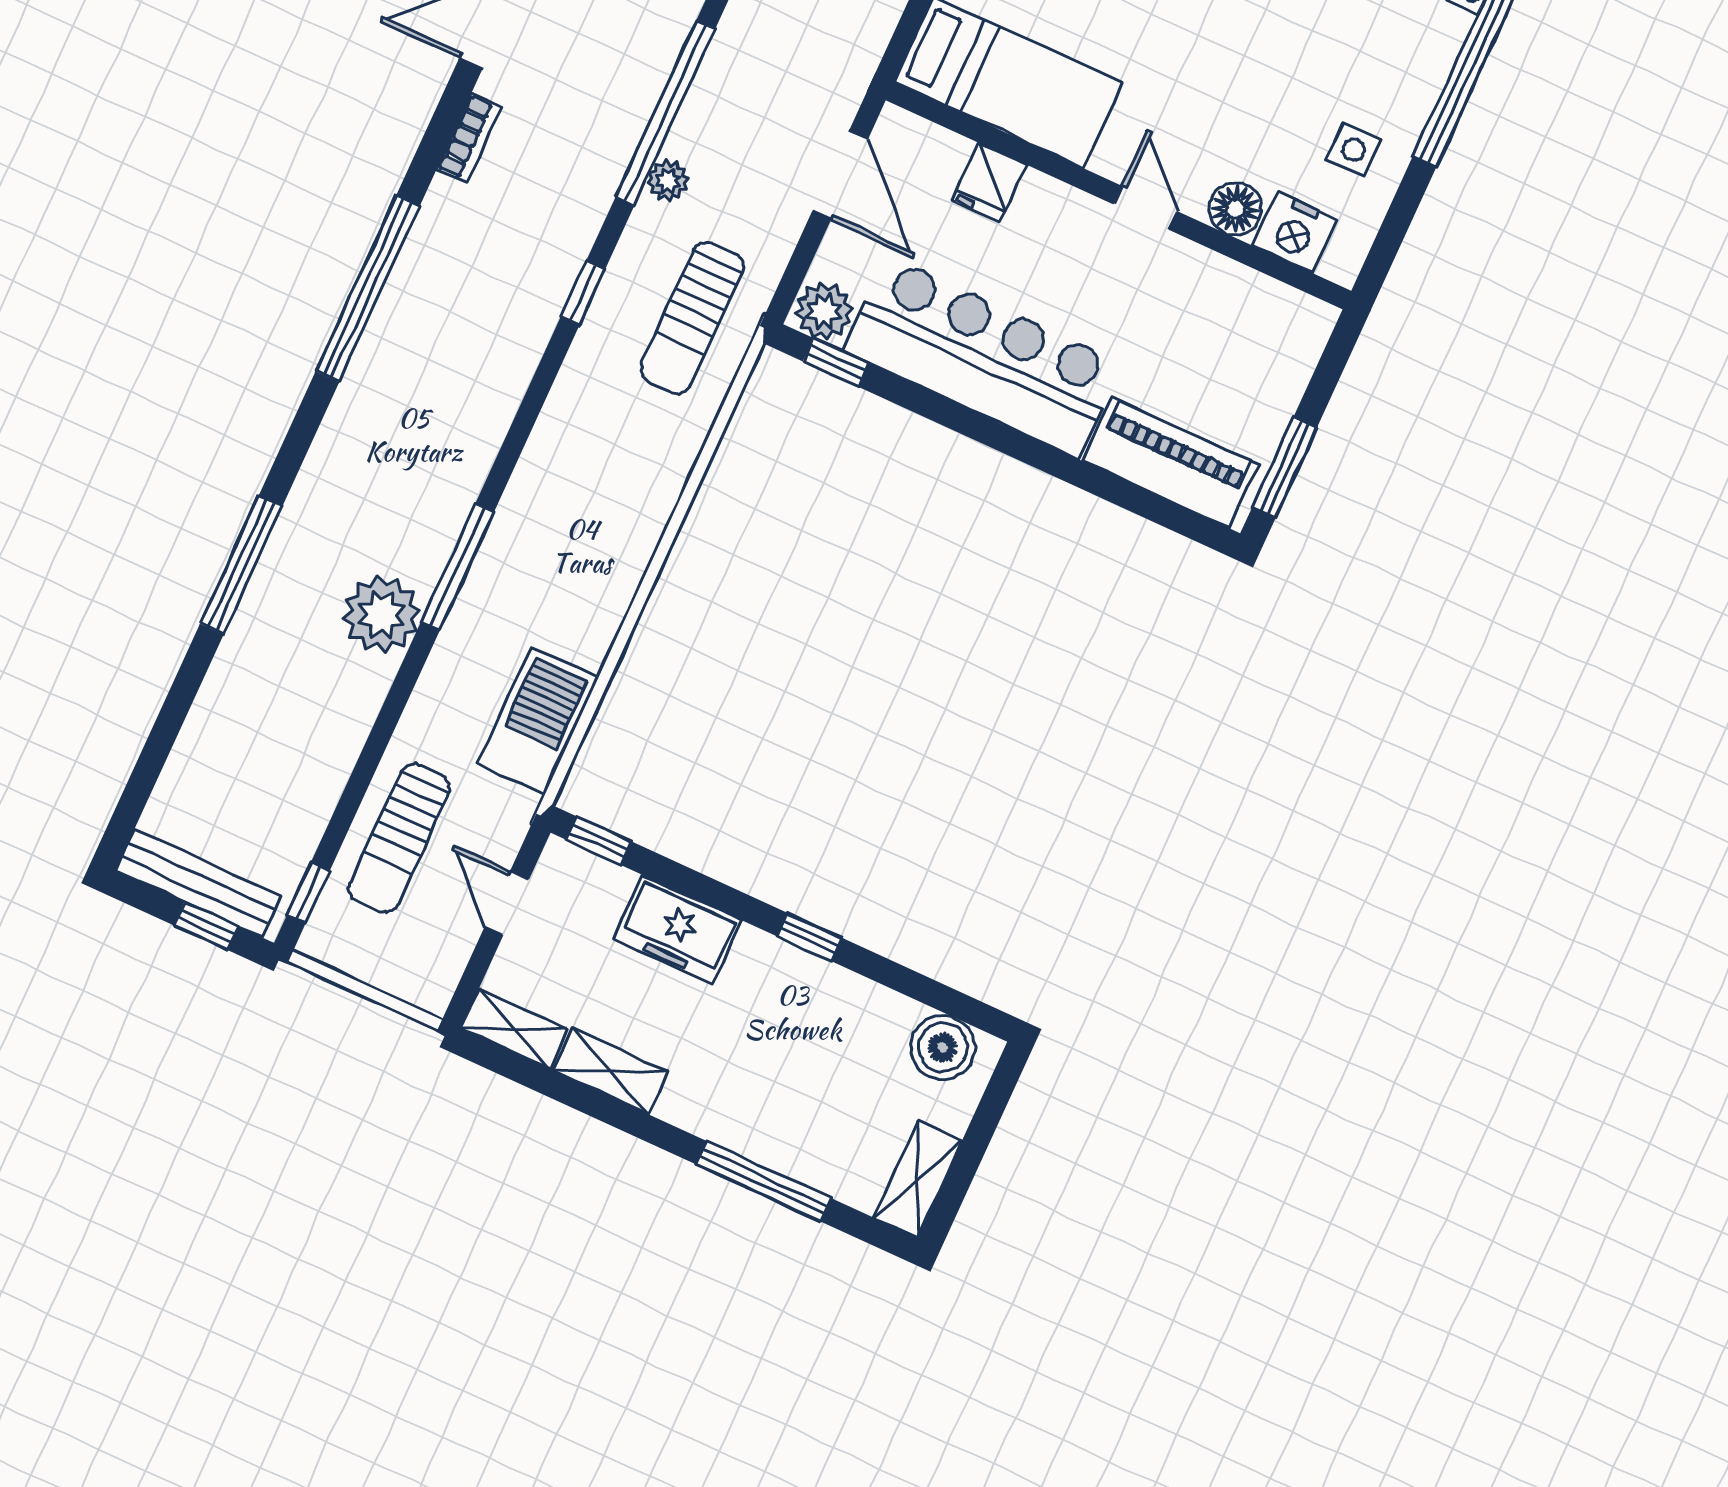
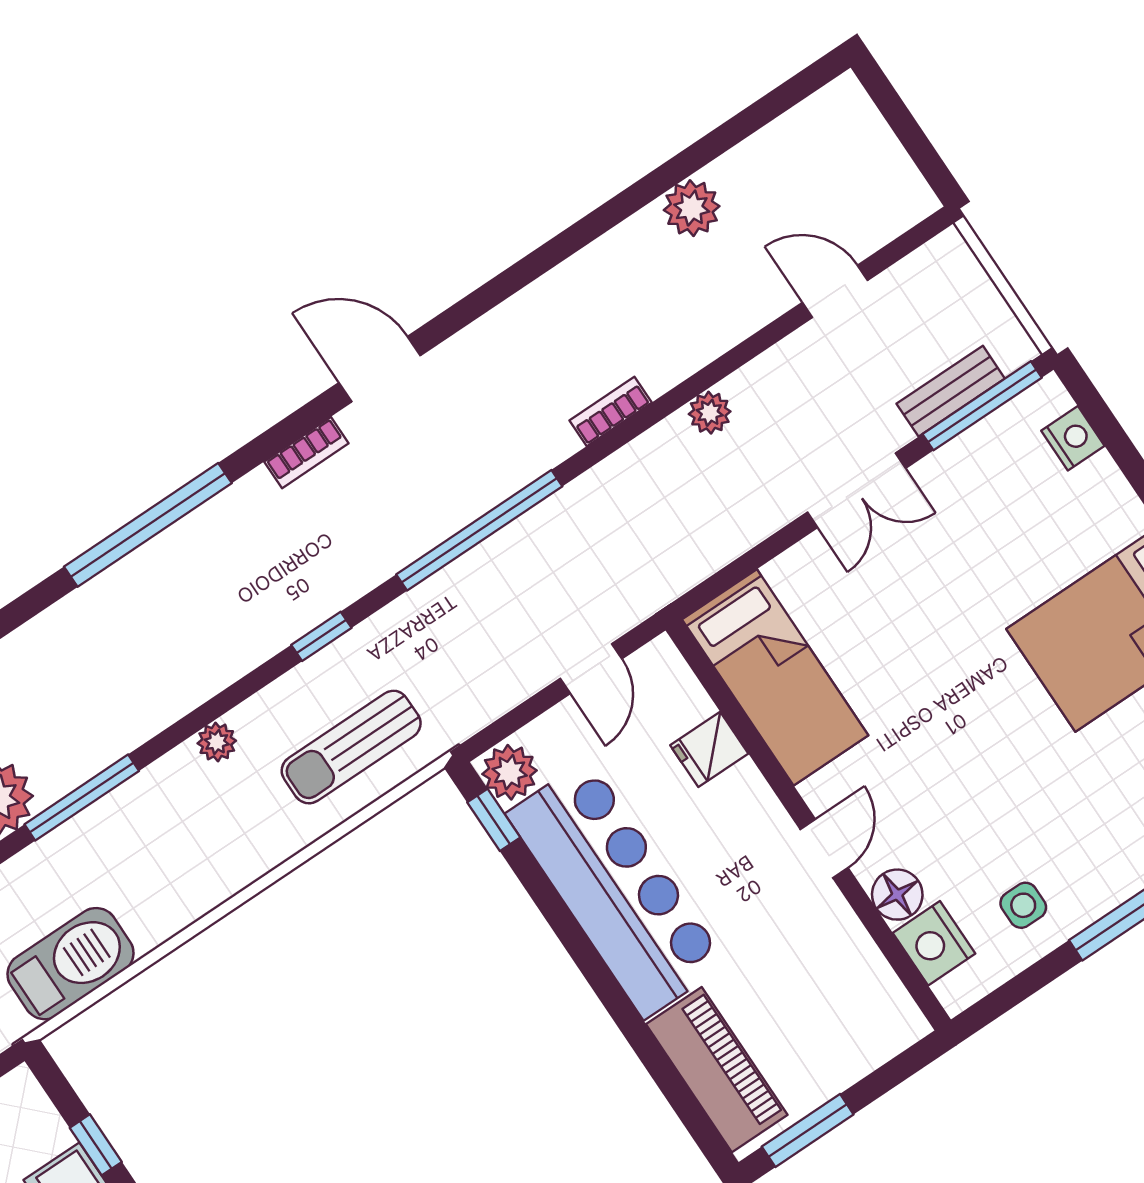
door: (840, 175) -> (591, 669), width x0.73
plant: (668, 181) -> (217, 742), moved
sun lounger: (692, 318) -> (351, 747), moved
window: (599, 841) -> (96, 1145), moved

